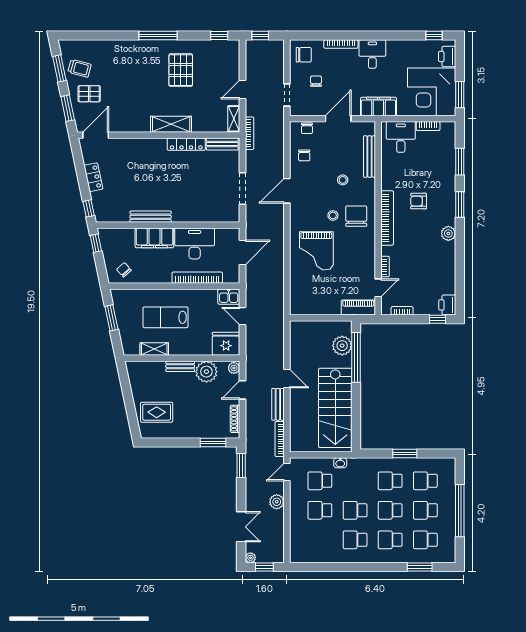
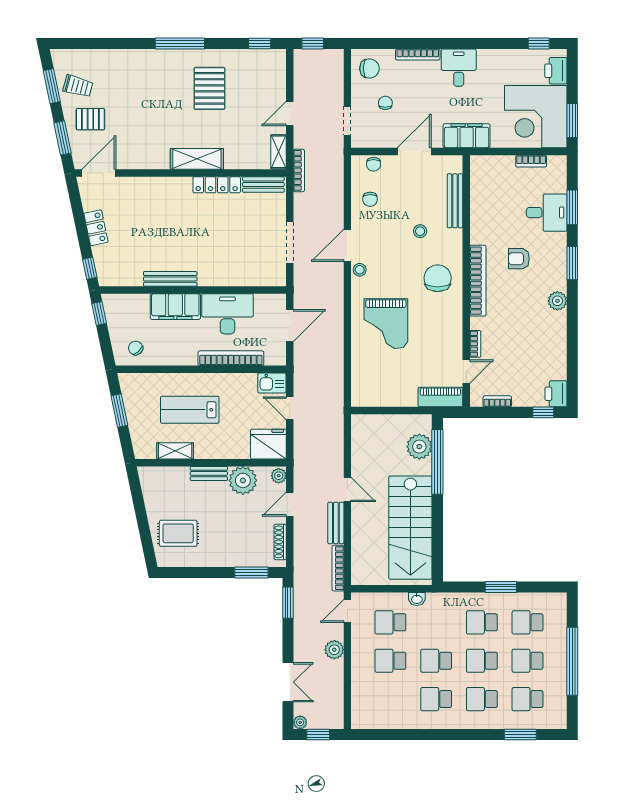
desk: (401, 137) -> (547, 213), moved, turned 90
stool: (333, 215) -> (360, 270), moved

